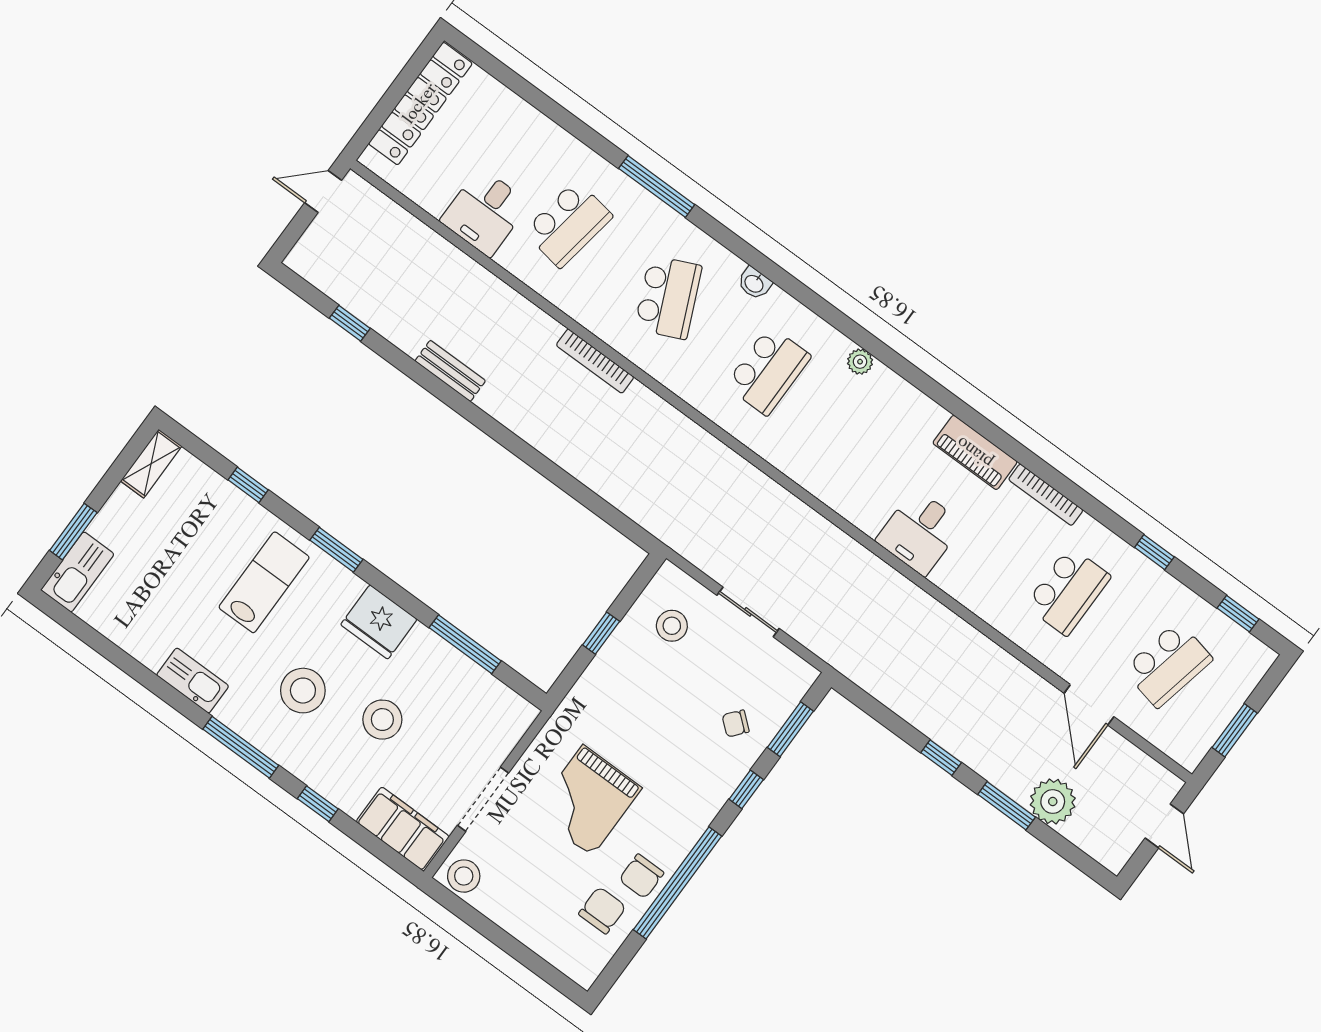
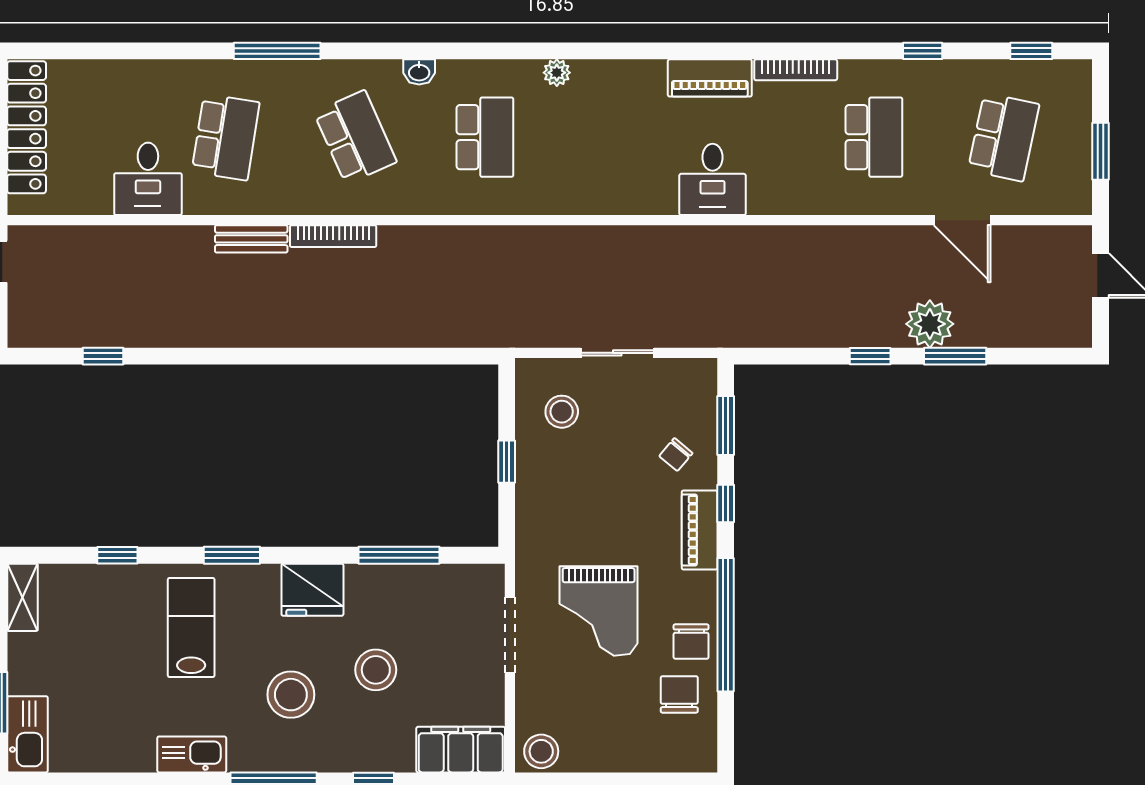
bench: (450, 371) -> (251, 239), moved
piano: (711, 795) -> (700, 530), added
doorway: (483, 799) -> (510, 635), moved
plant: (1053, 802) -> (930, 324), moved

